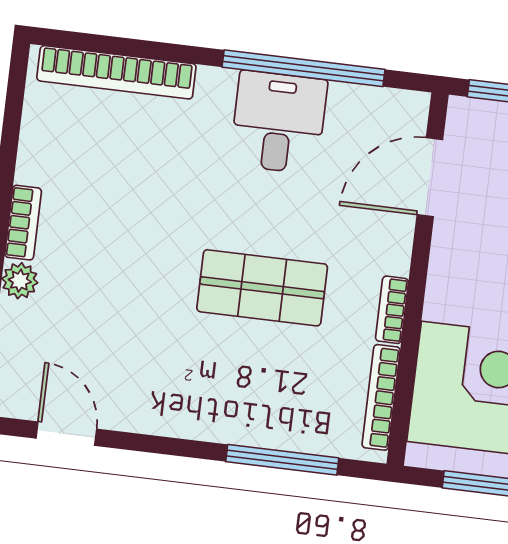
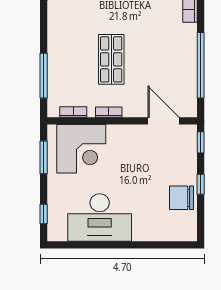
desk: (279, 122) -> (178, 58), removed
bookcase: (381, 397) -> (73, 112), width x0.64

